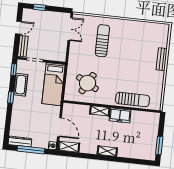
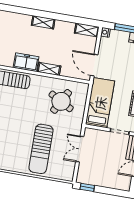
window: (40, 7) -> (87, 187), moved
double door: (70, 29) -> (80, 149), moved
sun lounger: (102, 41) -> (41, 149), width x1.36, depth x1.34
door: (59, 127) -> (94, 65), moved

